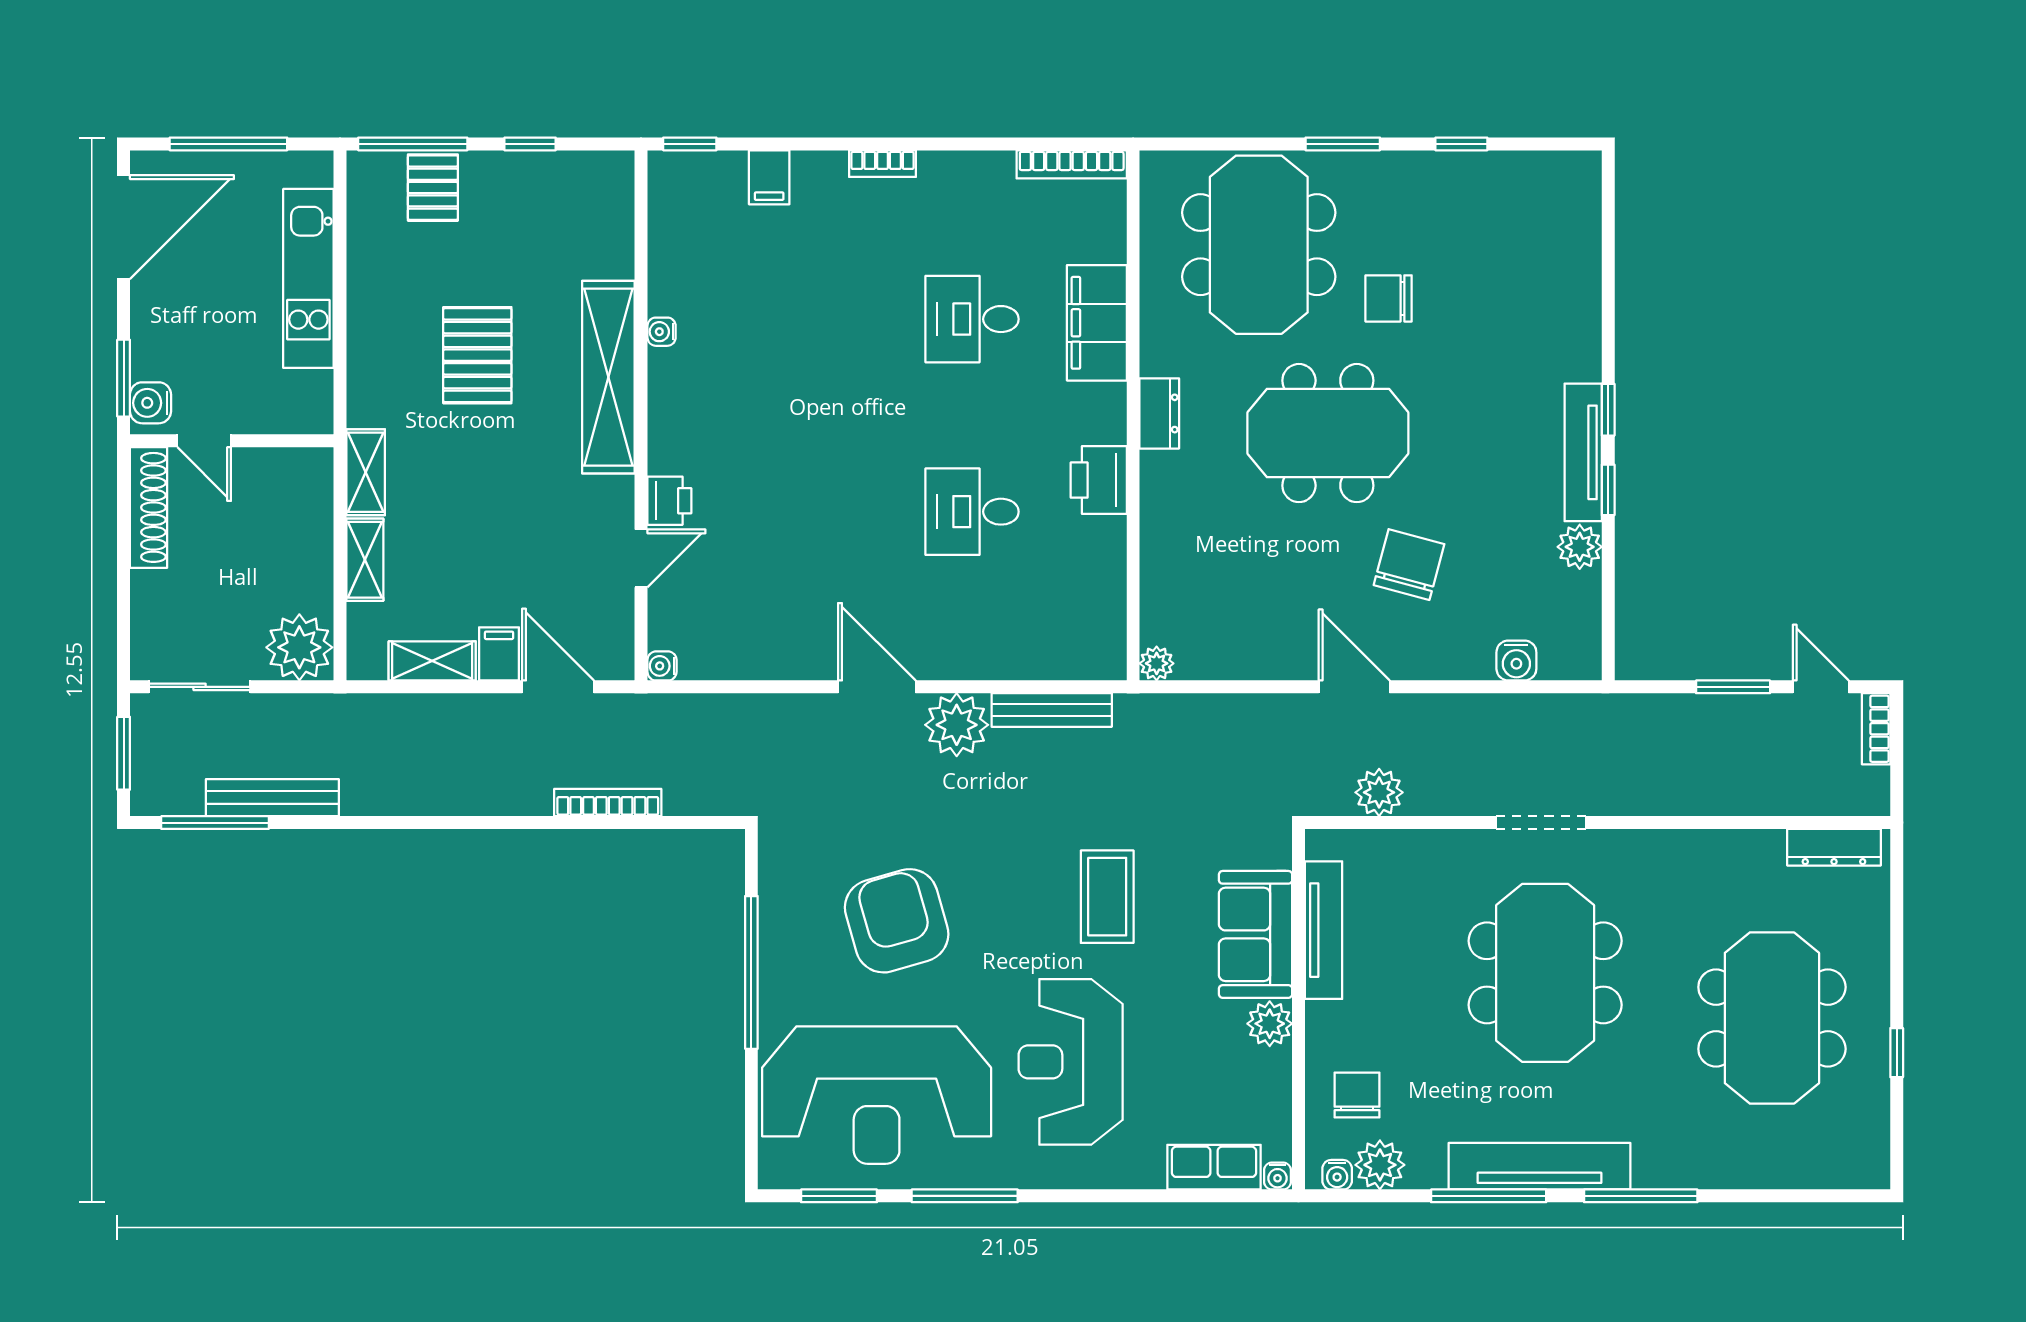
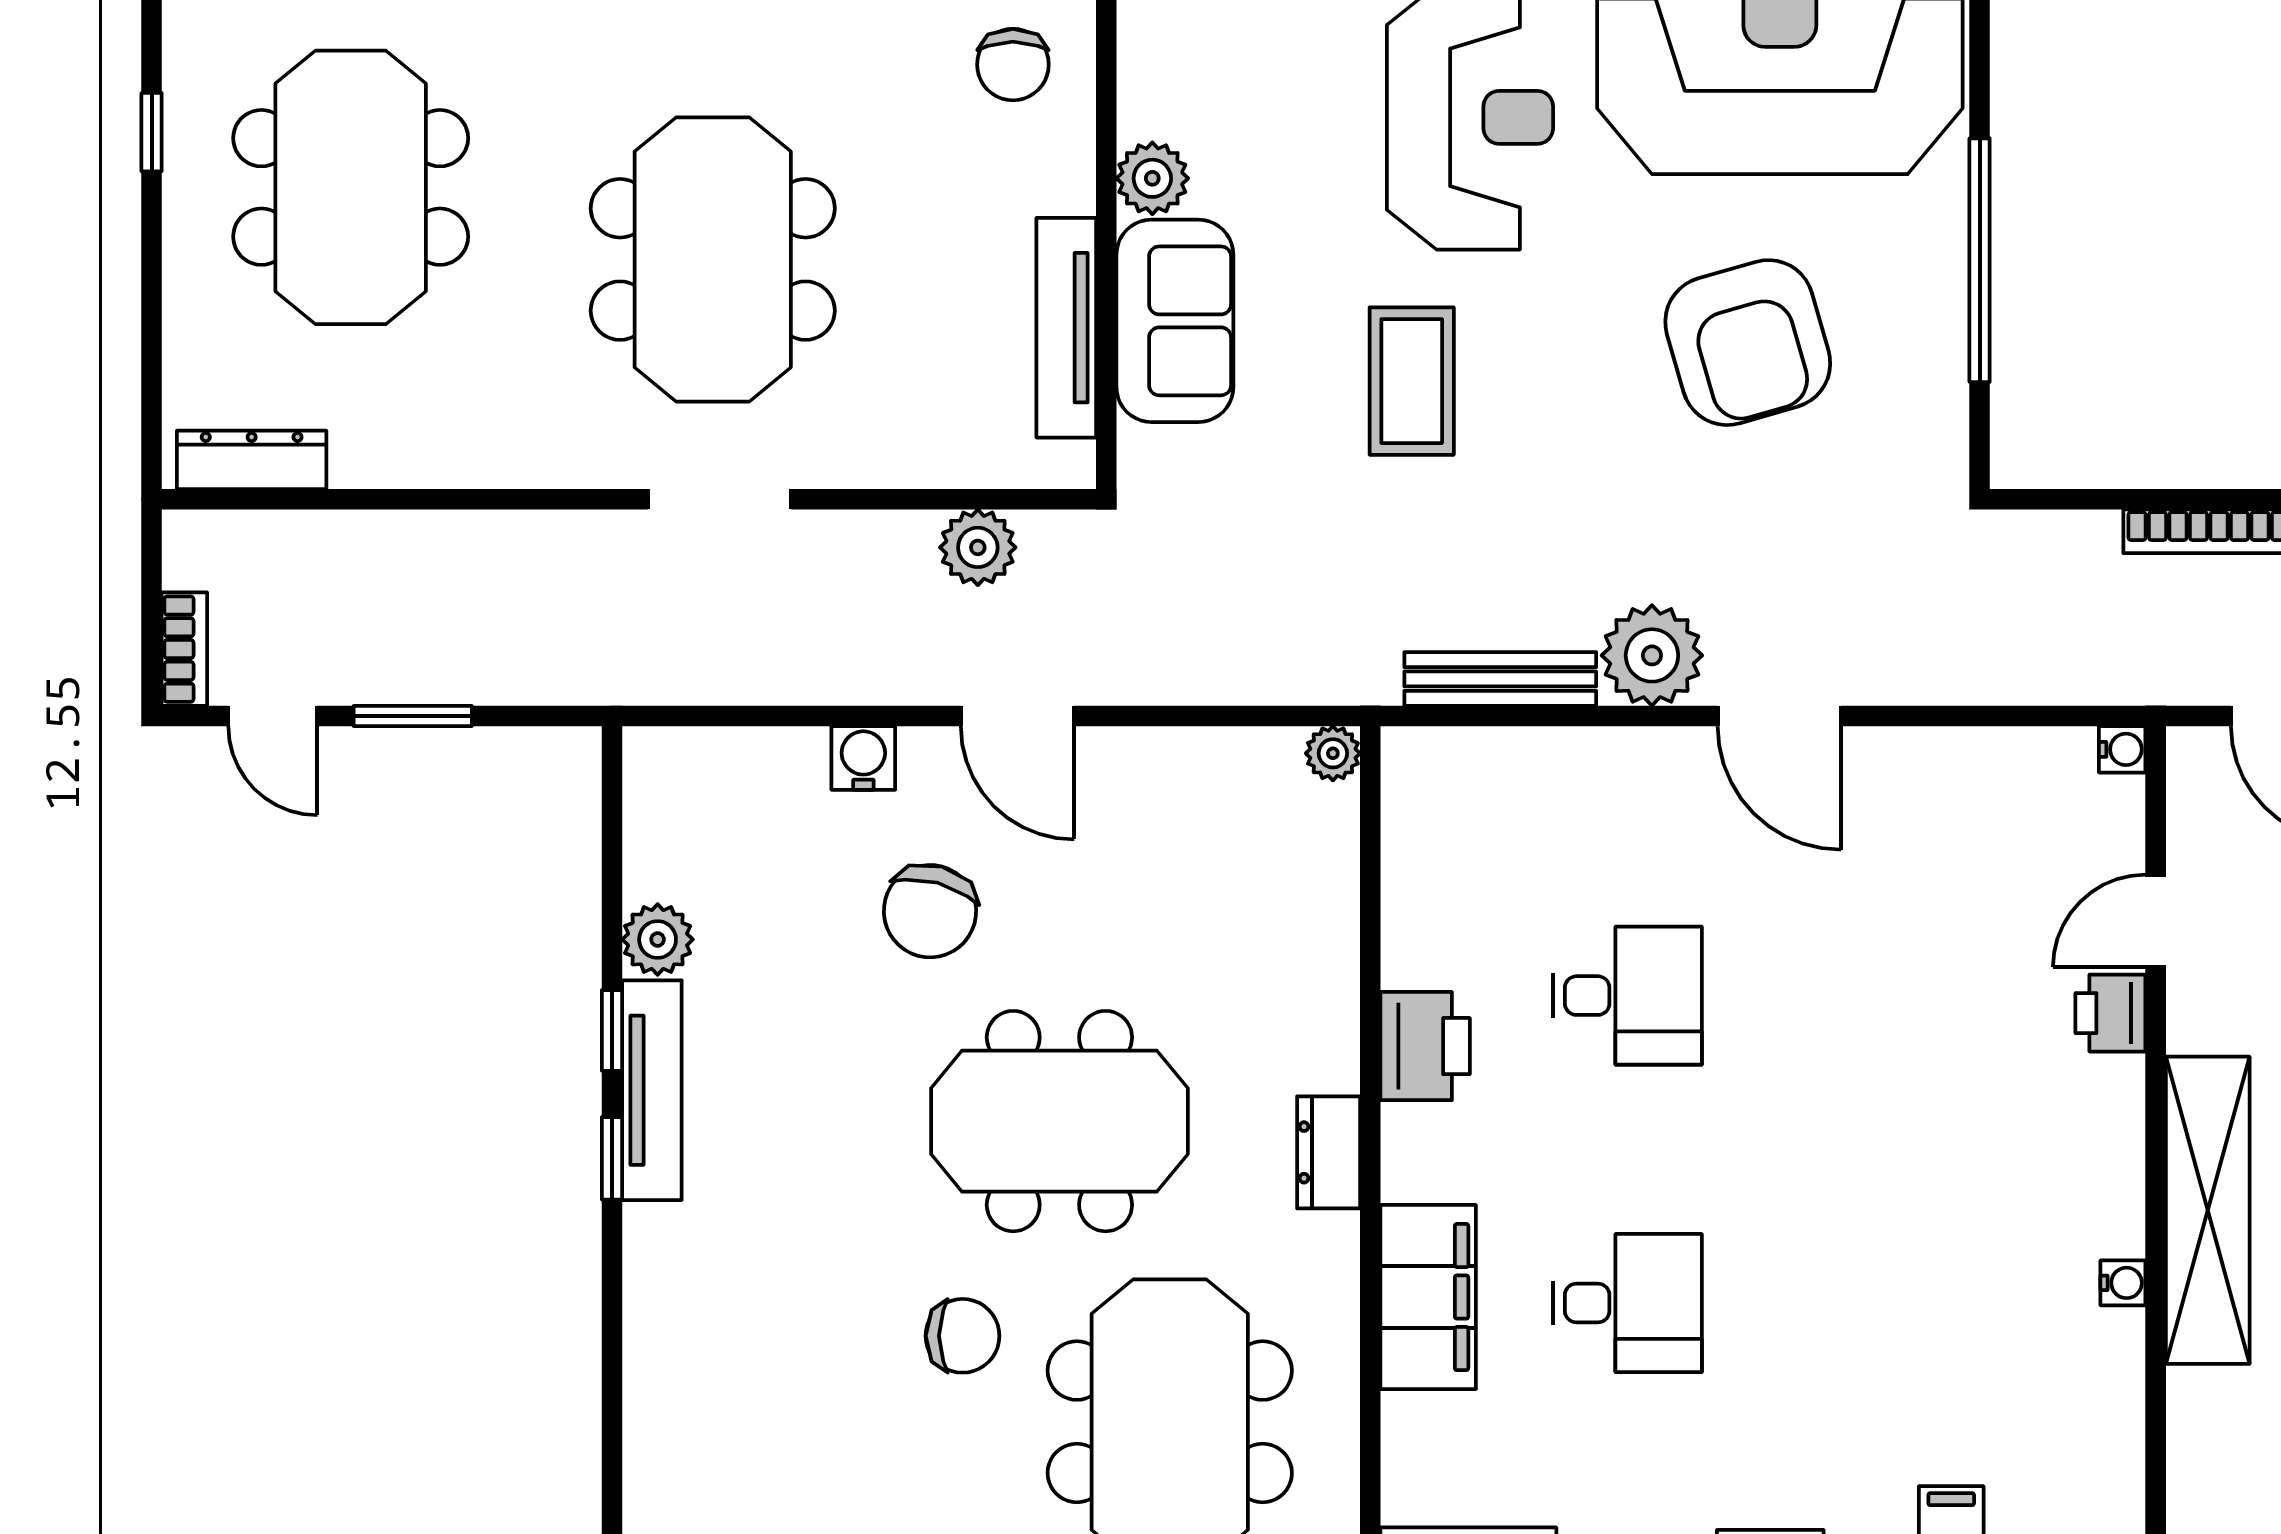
water cooler: (1516, 661) -> (863, 758), moved

